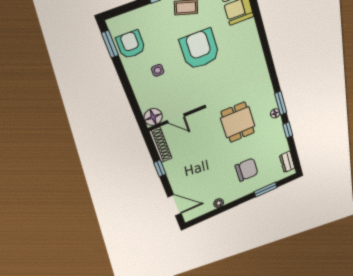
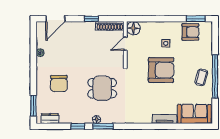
tv unit: (253, 35) -> (165, 119), added
armchair: (200, 49) -> (161, 70), moved
window: (266, 190) -> (33, 106), moved

